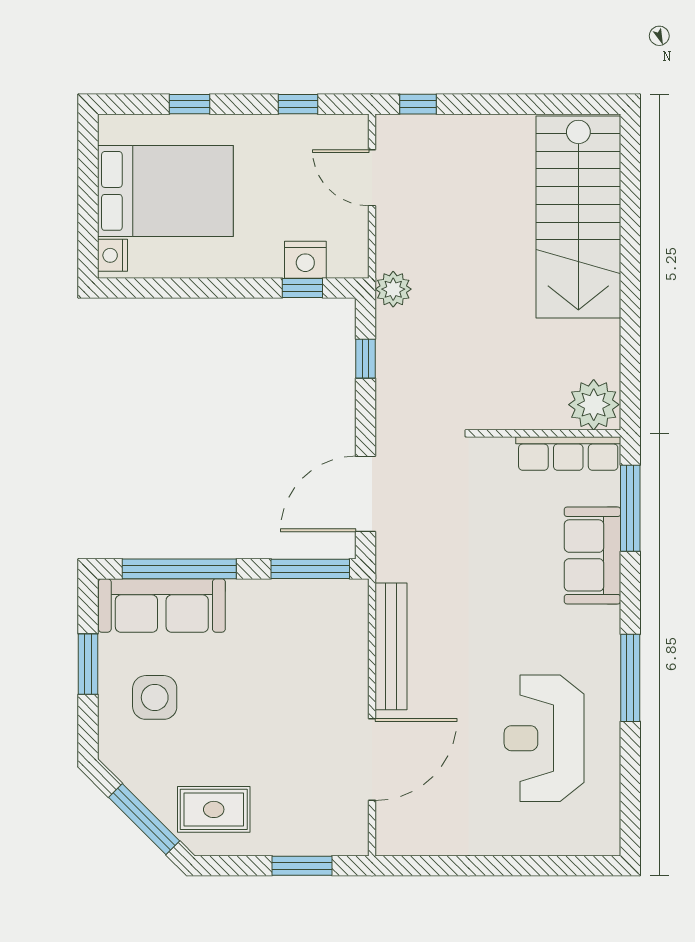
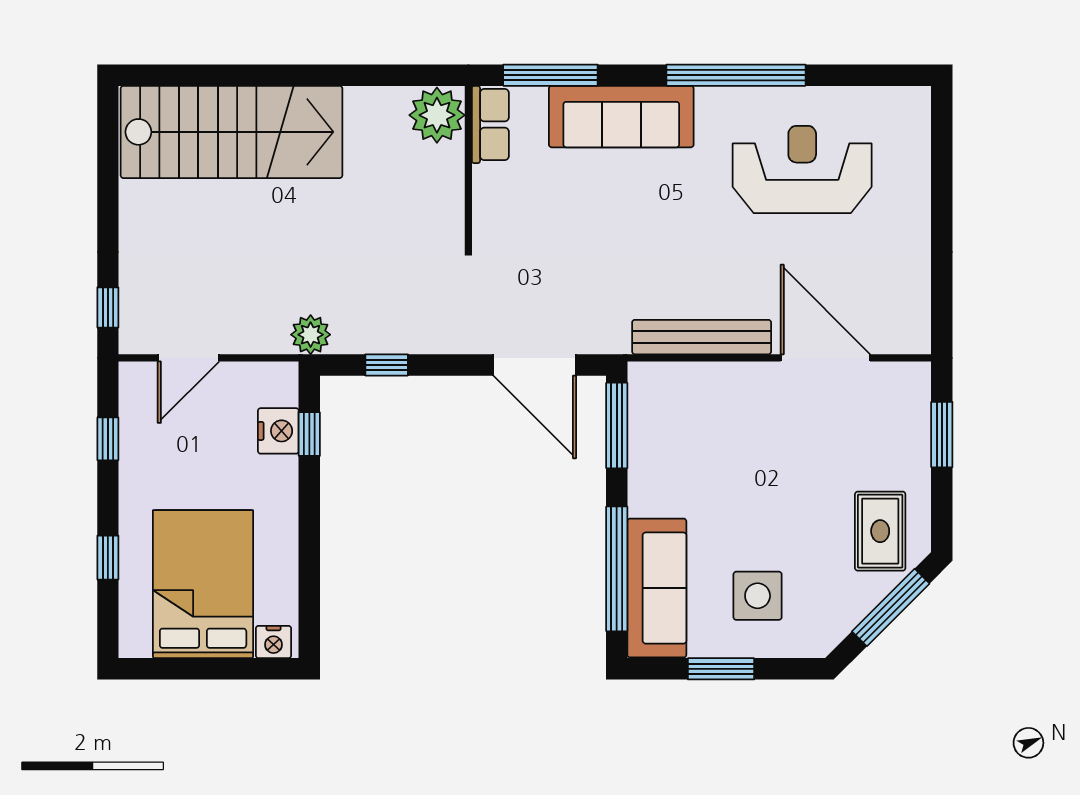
row of seats: (568, 453) -> (490, 125), width x0.68
sofa: (592, 555) -> (621, 117), width x1.36
window: (630, 678) -> (736, 75), width x1.46
reception desk: (544, 738) -> (802, 169), turned 180

